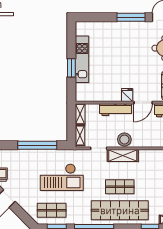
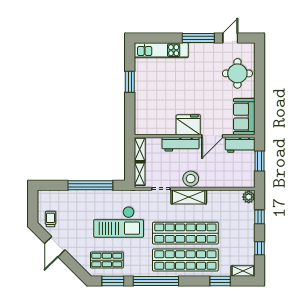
kitchen unit: (82, 59) -> (161, 50), moved, turned 90
window: (71, 68) -> (130, 82), moved
fridge: (127, 95) -> (188, 125), width x1.88, depth x1.34
shop shelf: (120, 187) -> (185, 233), width x2.00, depth x1.36

